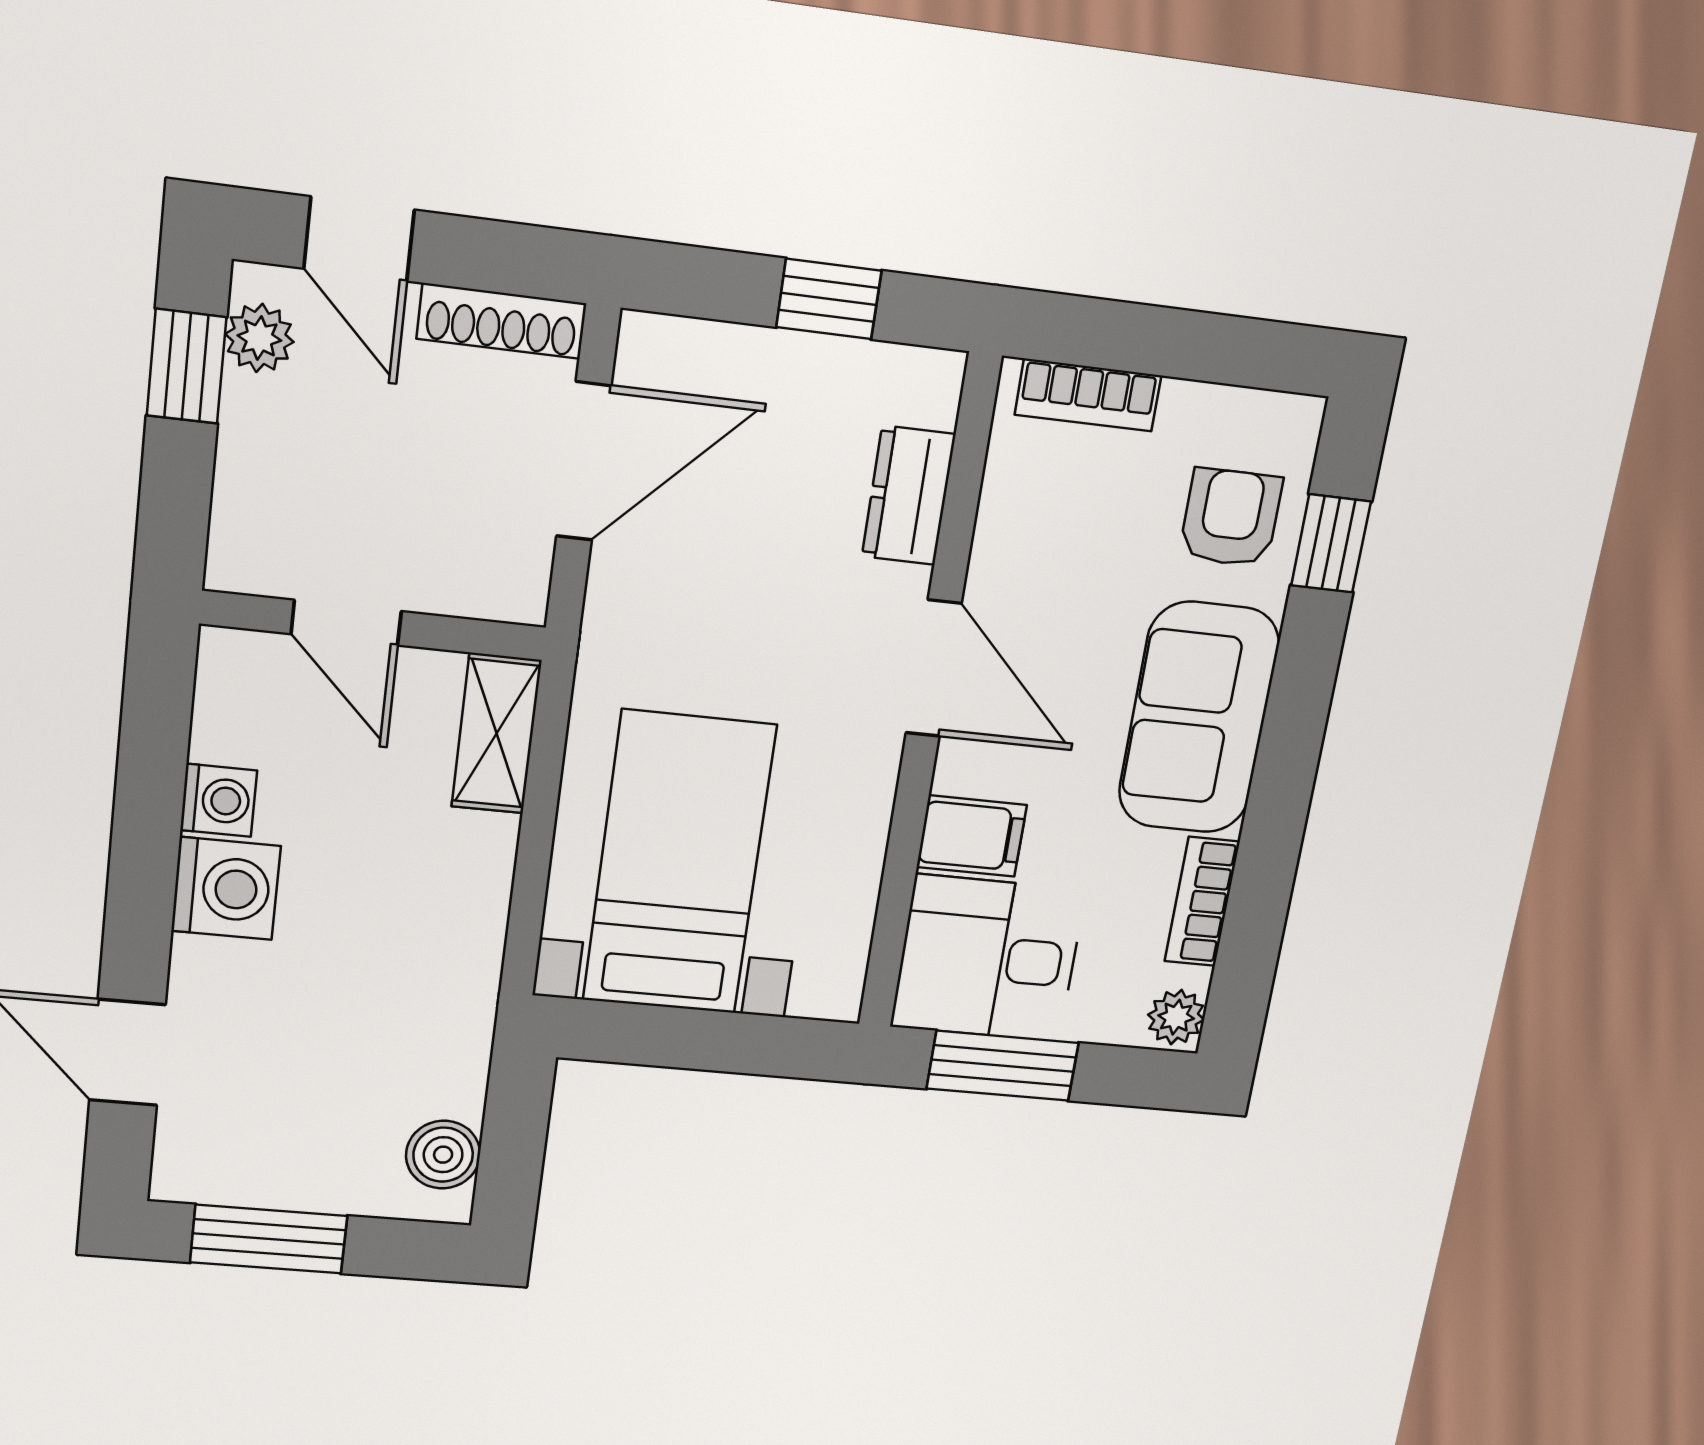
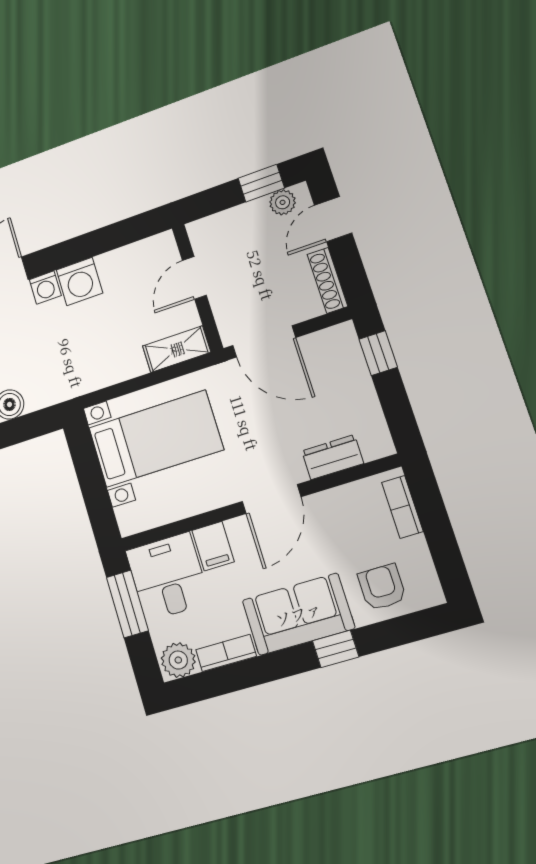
window: (829, 299) -> (378, 353), moved
door: (584, 461) -> (264, 341), moved
armchair: (1231, 518) -> (382, 587), turned -90
window: (1331, 543) -> (336, 649), moved
washing machine: (219, 800) -> (45, 288), moved
plant: (1176, 1017) -> (178, 660), width x1.38, depth x1.38

